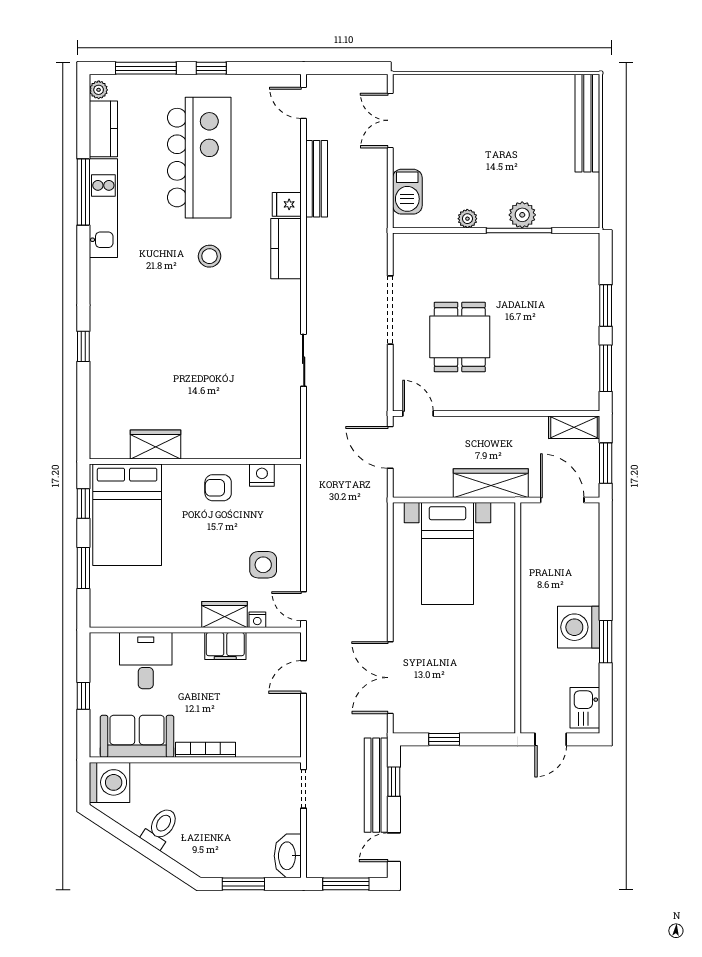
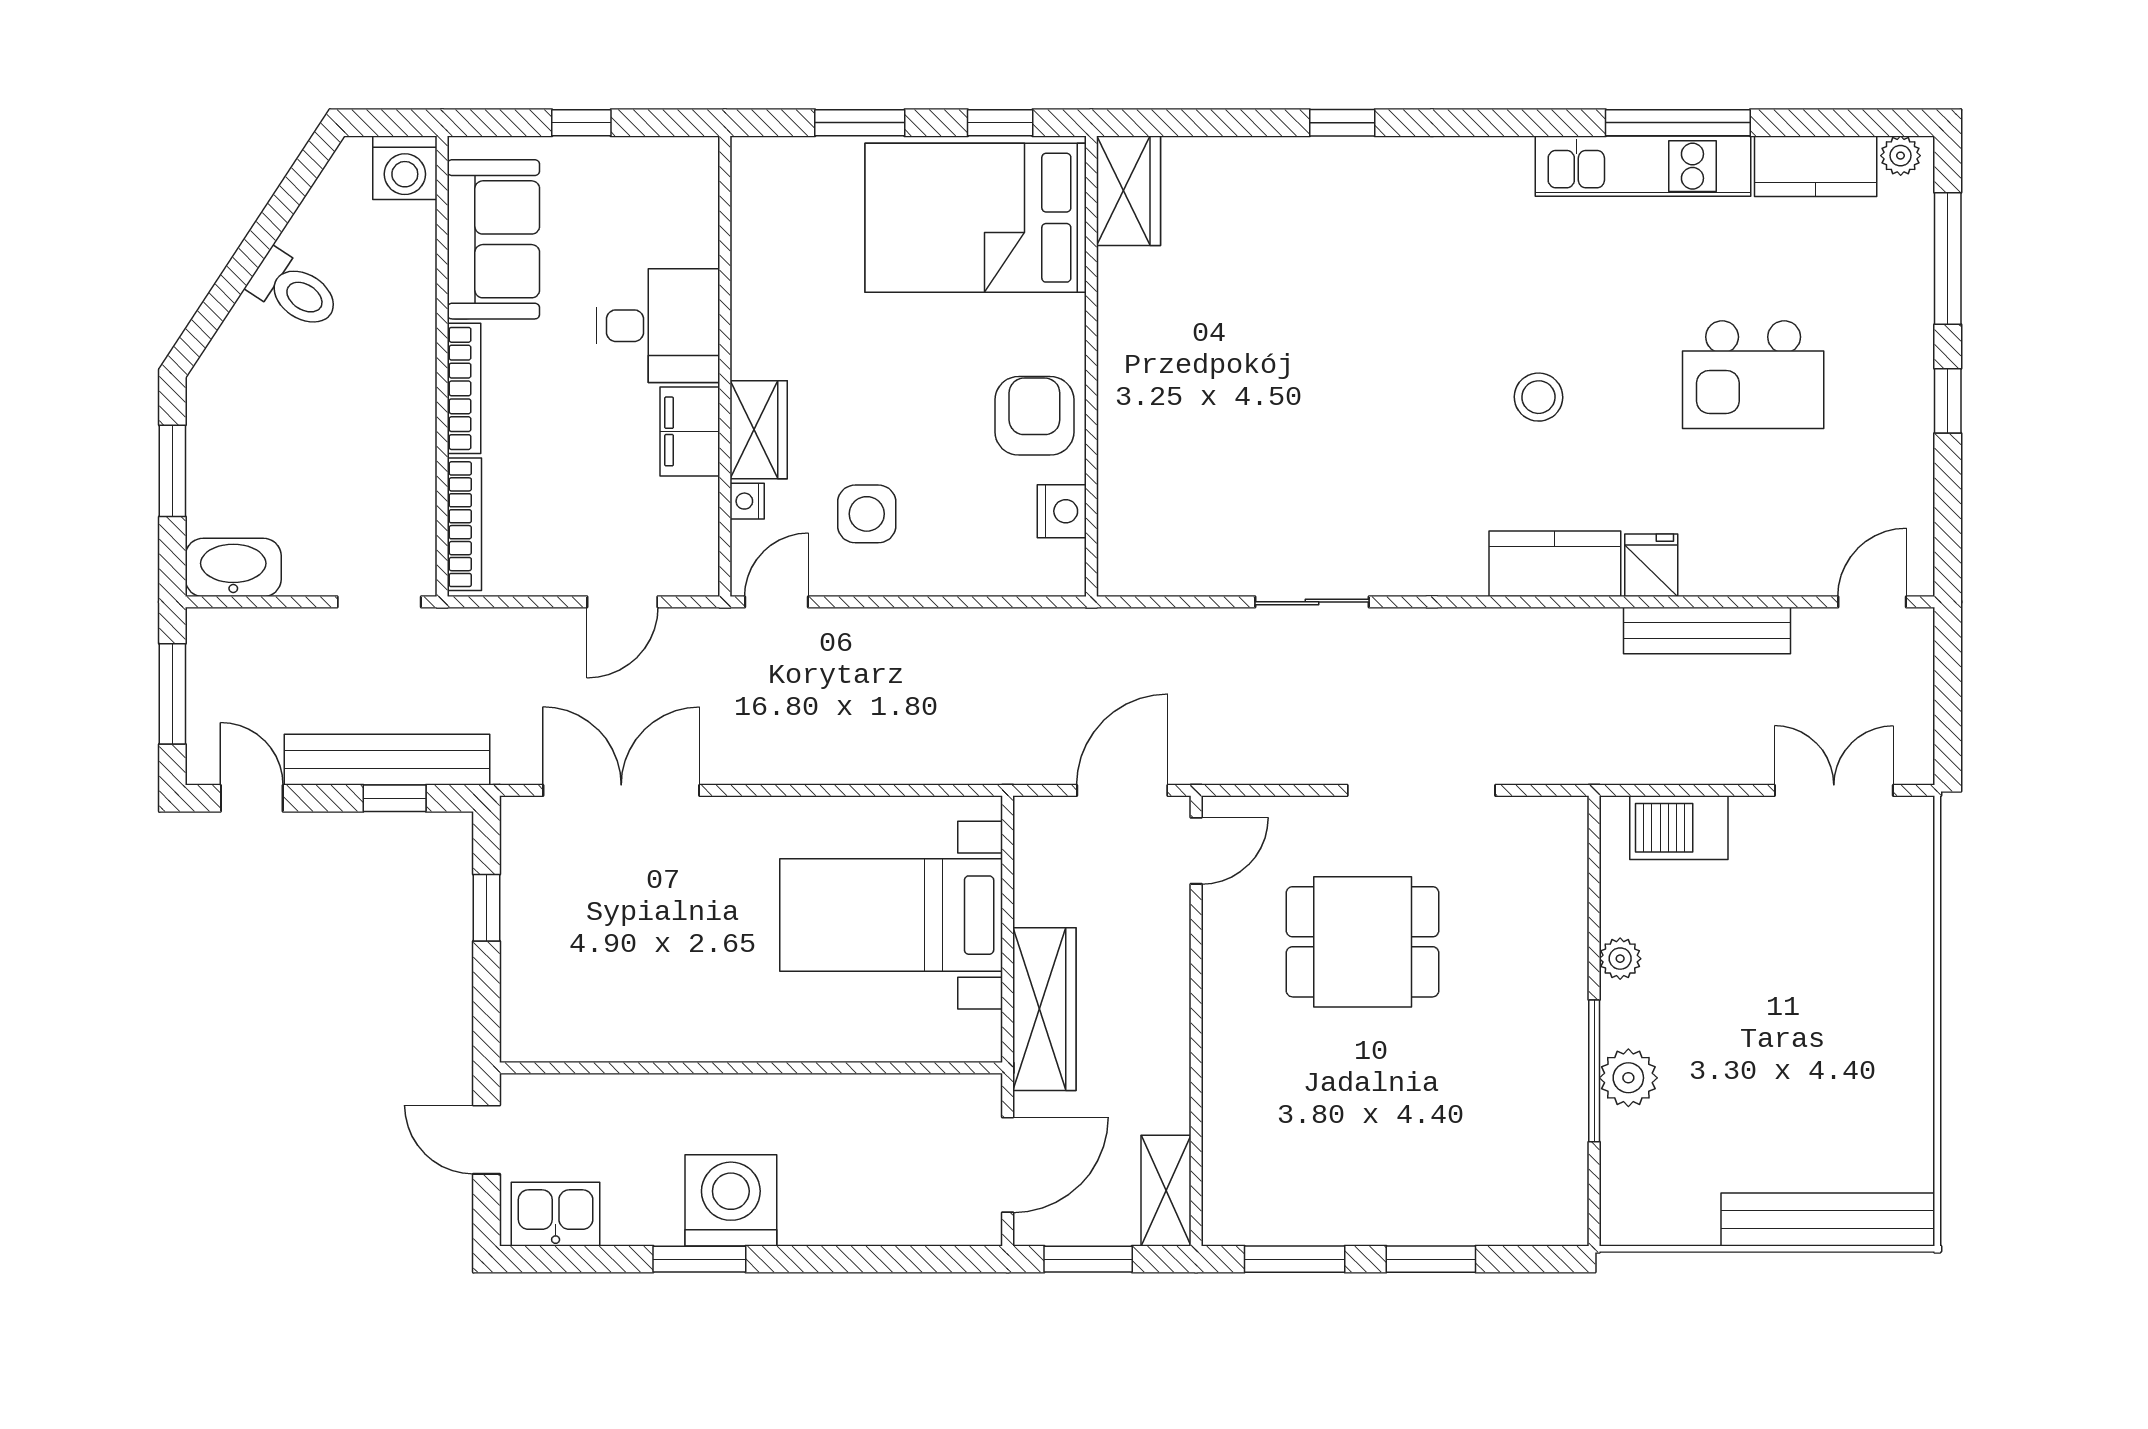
kitchen island: (199, 158) -> (1753, 375), width x0.54, depth x0.78
wardrobe: (156, 445) -> (1128, 191), moved
armchair: (218, 488) -> (1034, 416), width x1.38, depth x1.38
desk: (146, 661) -> (658, 326), moved
door: (304, 677) -> (622, 602), swing flipped
bookcase: (268, 750) -> (464, 524), added
washing machine: (110, 782) -> (405, 168), width x0.73, depth x0.73

